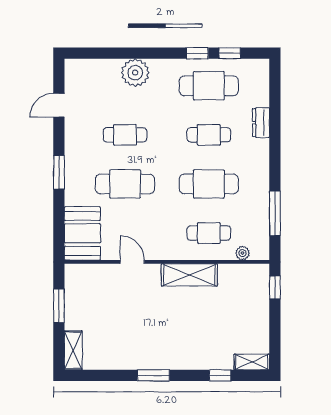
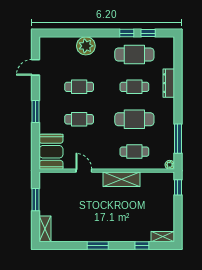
dresser: (261, 123) -> (169, 83), width x1.44
cafe table: (125, 184) -> (79, 119), width x0.73, depth x0.74
plant: (242, 253) -> (170, 165), moved

